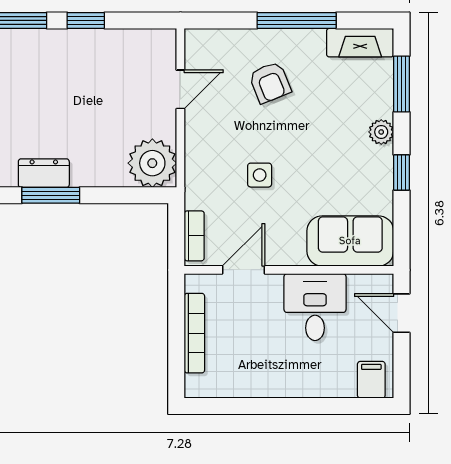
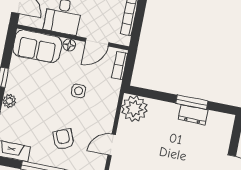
floor lamp: (293, 255) -> (69, 45), added

